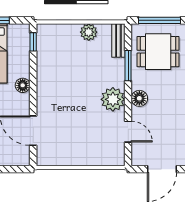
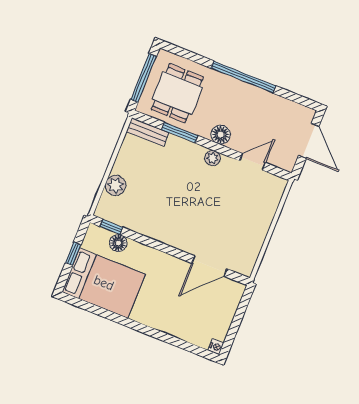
plant: (89, 32) -> (116, 185), moved
floor lamp: (23, 85) -> (118, 243), moved
plant: (113, 99) -> (213, 158), width x0.53, depth x0.53

